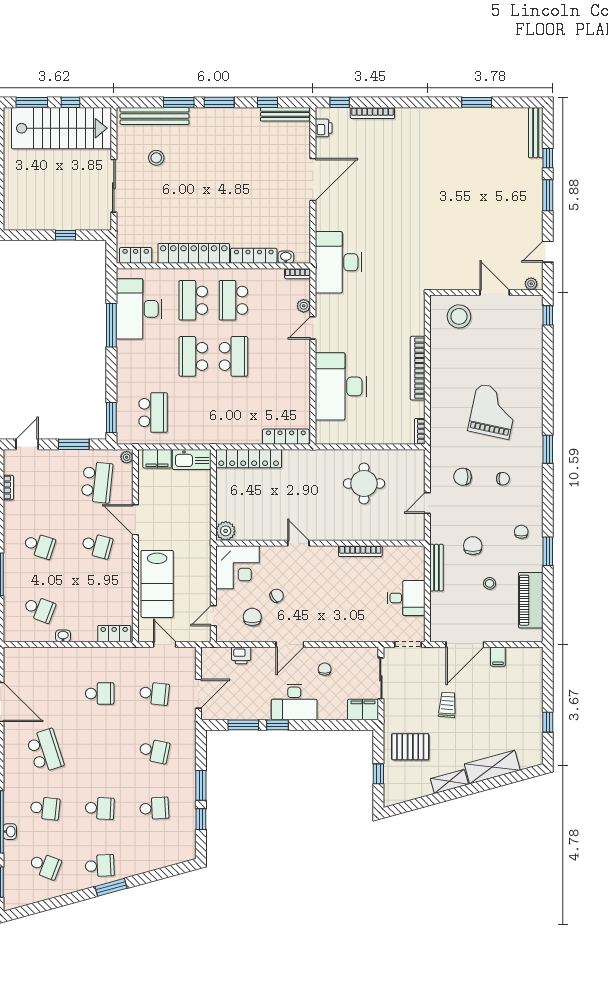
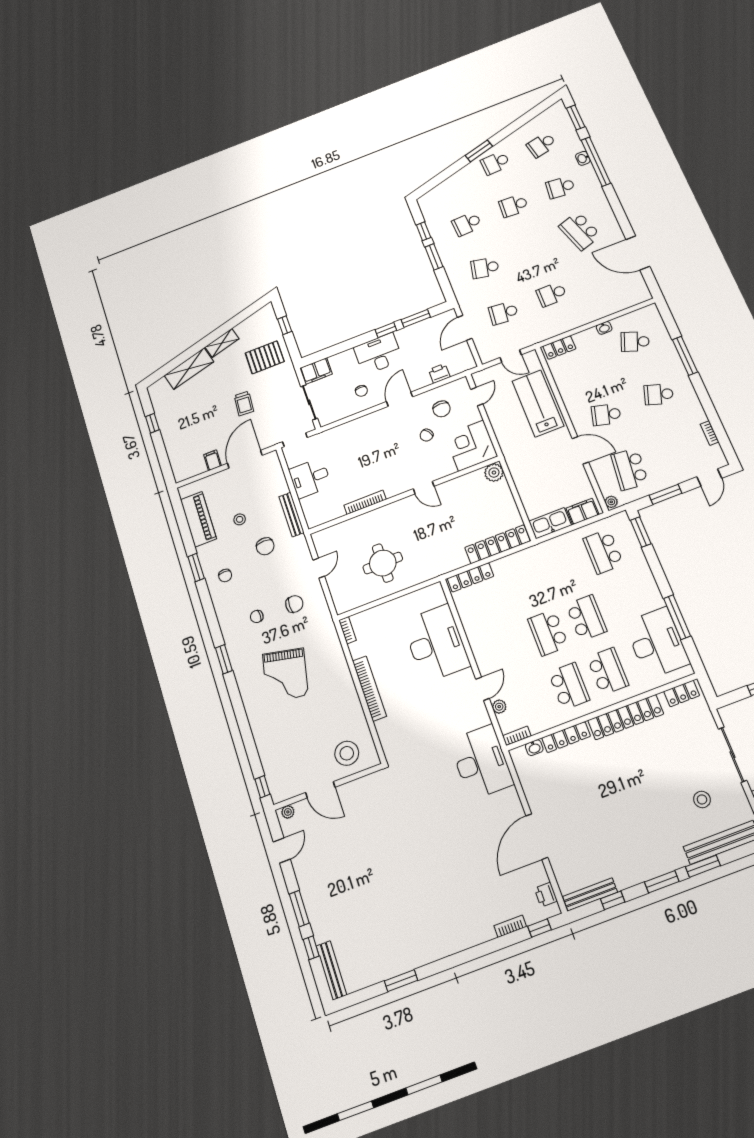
bookcase: (372, 113) -> (510, 926), width x0.64
school desk: (45, 866) -> (542, 145), turned -33

